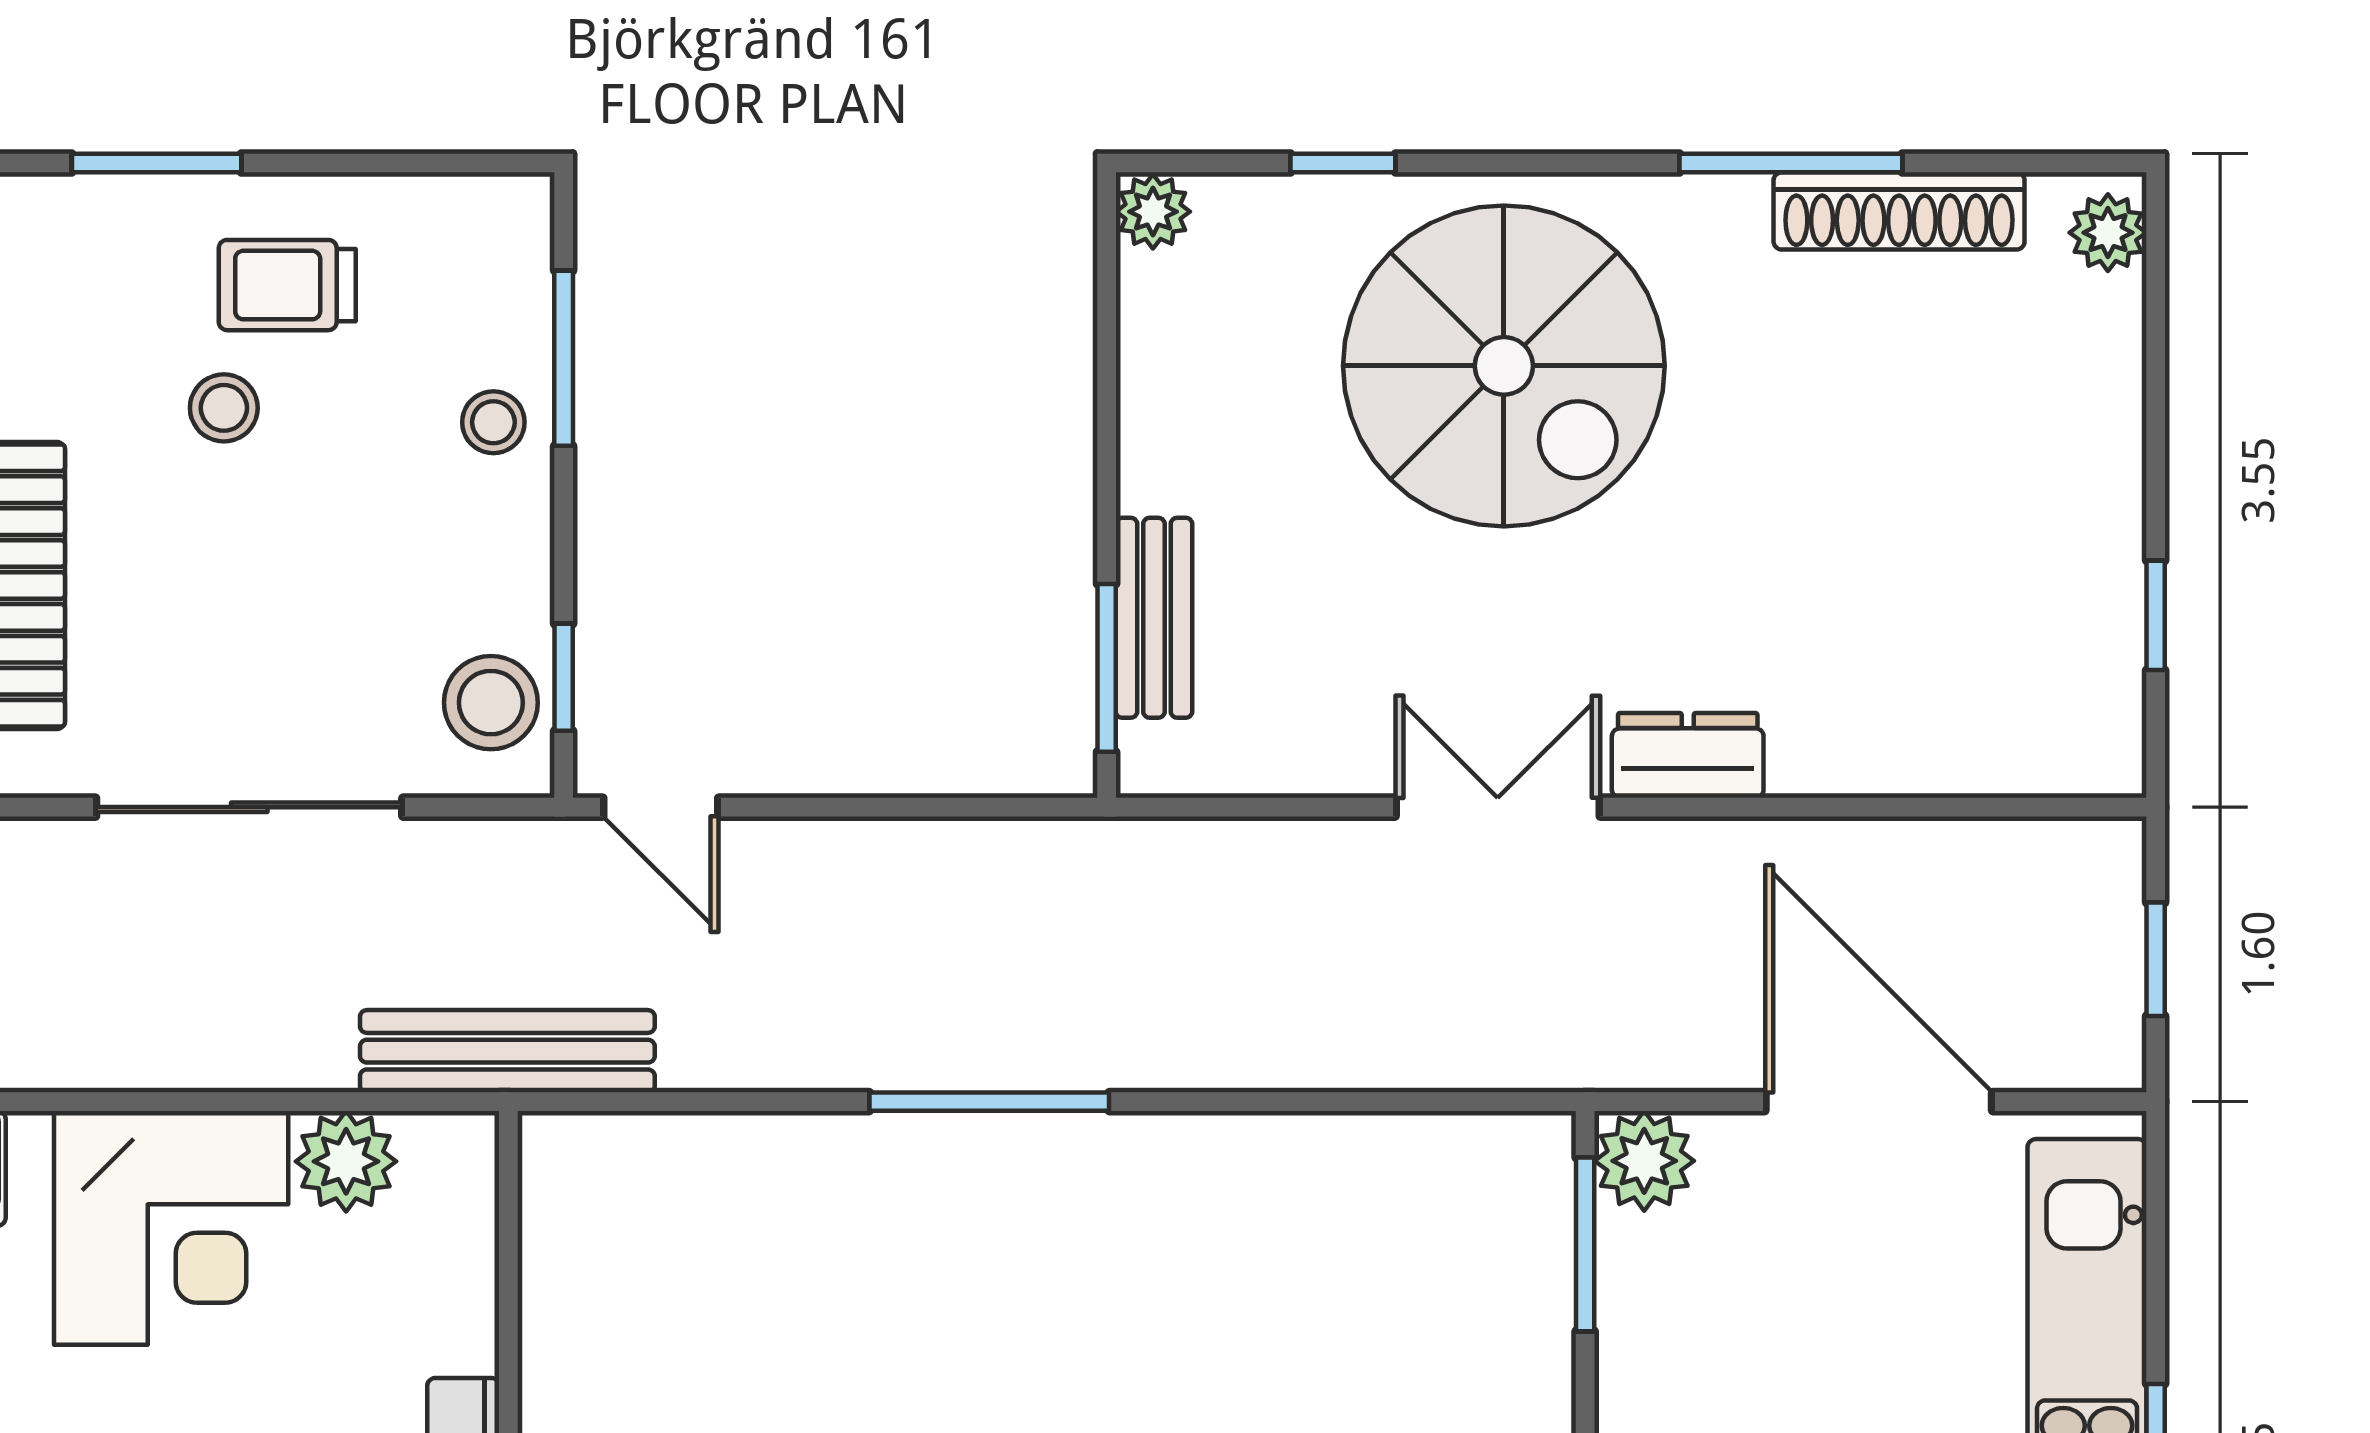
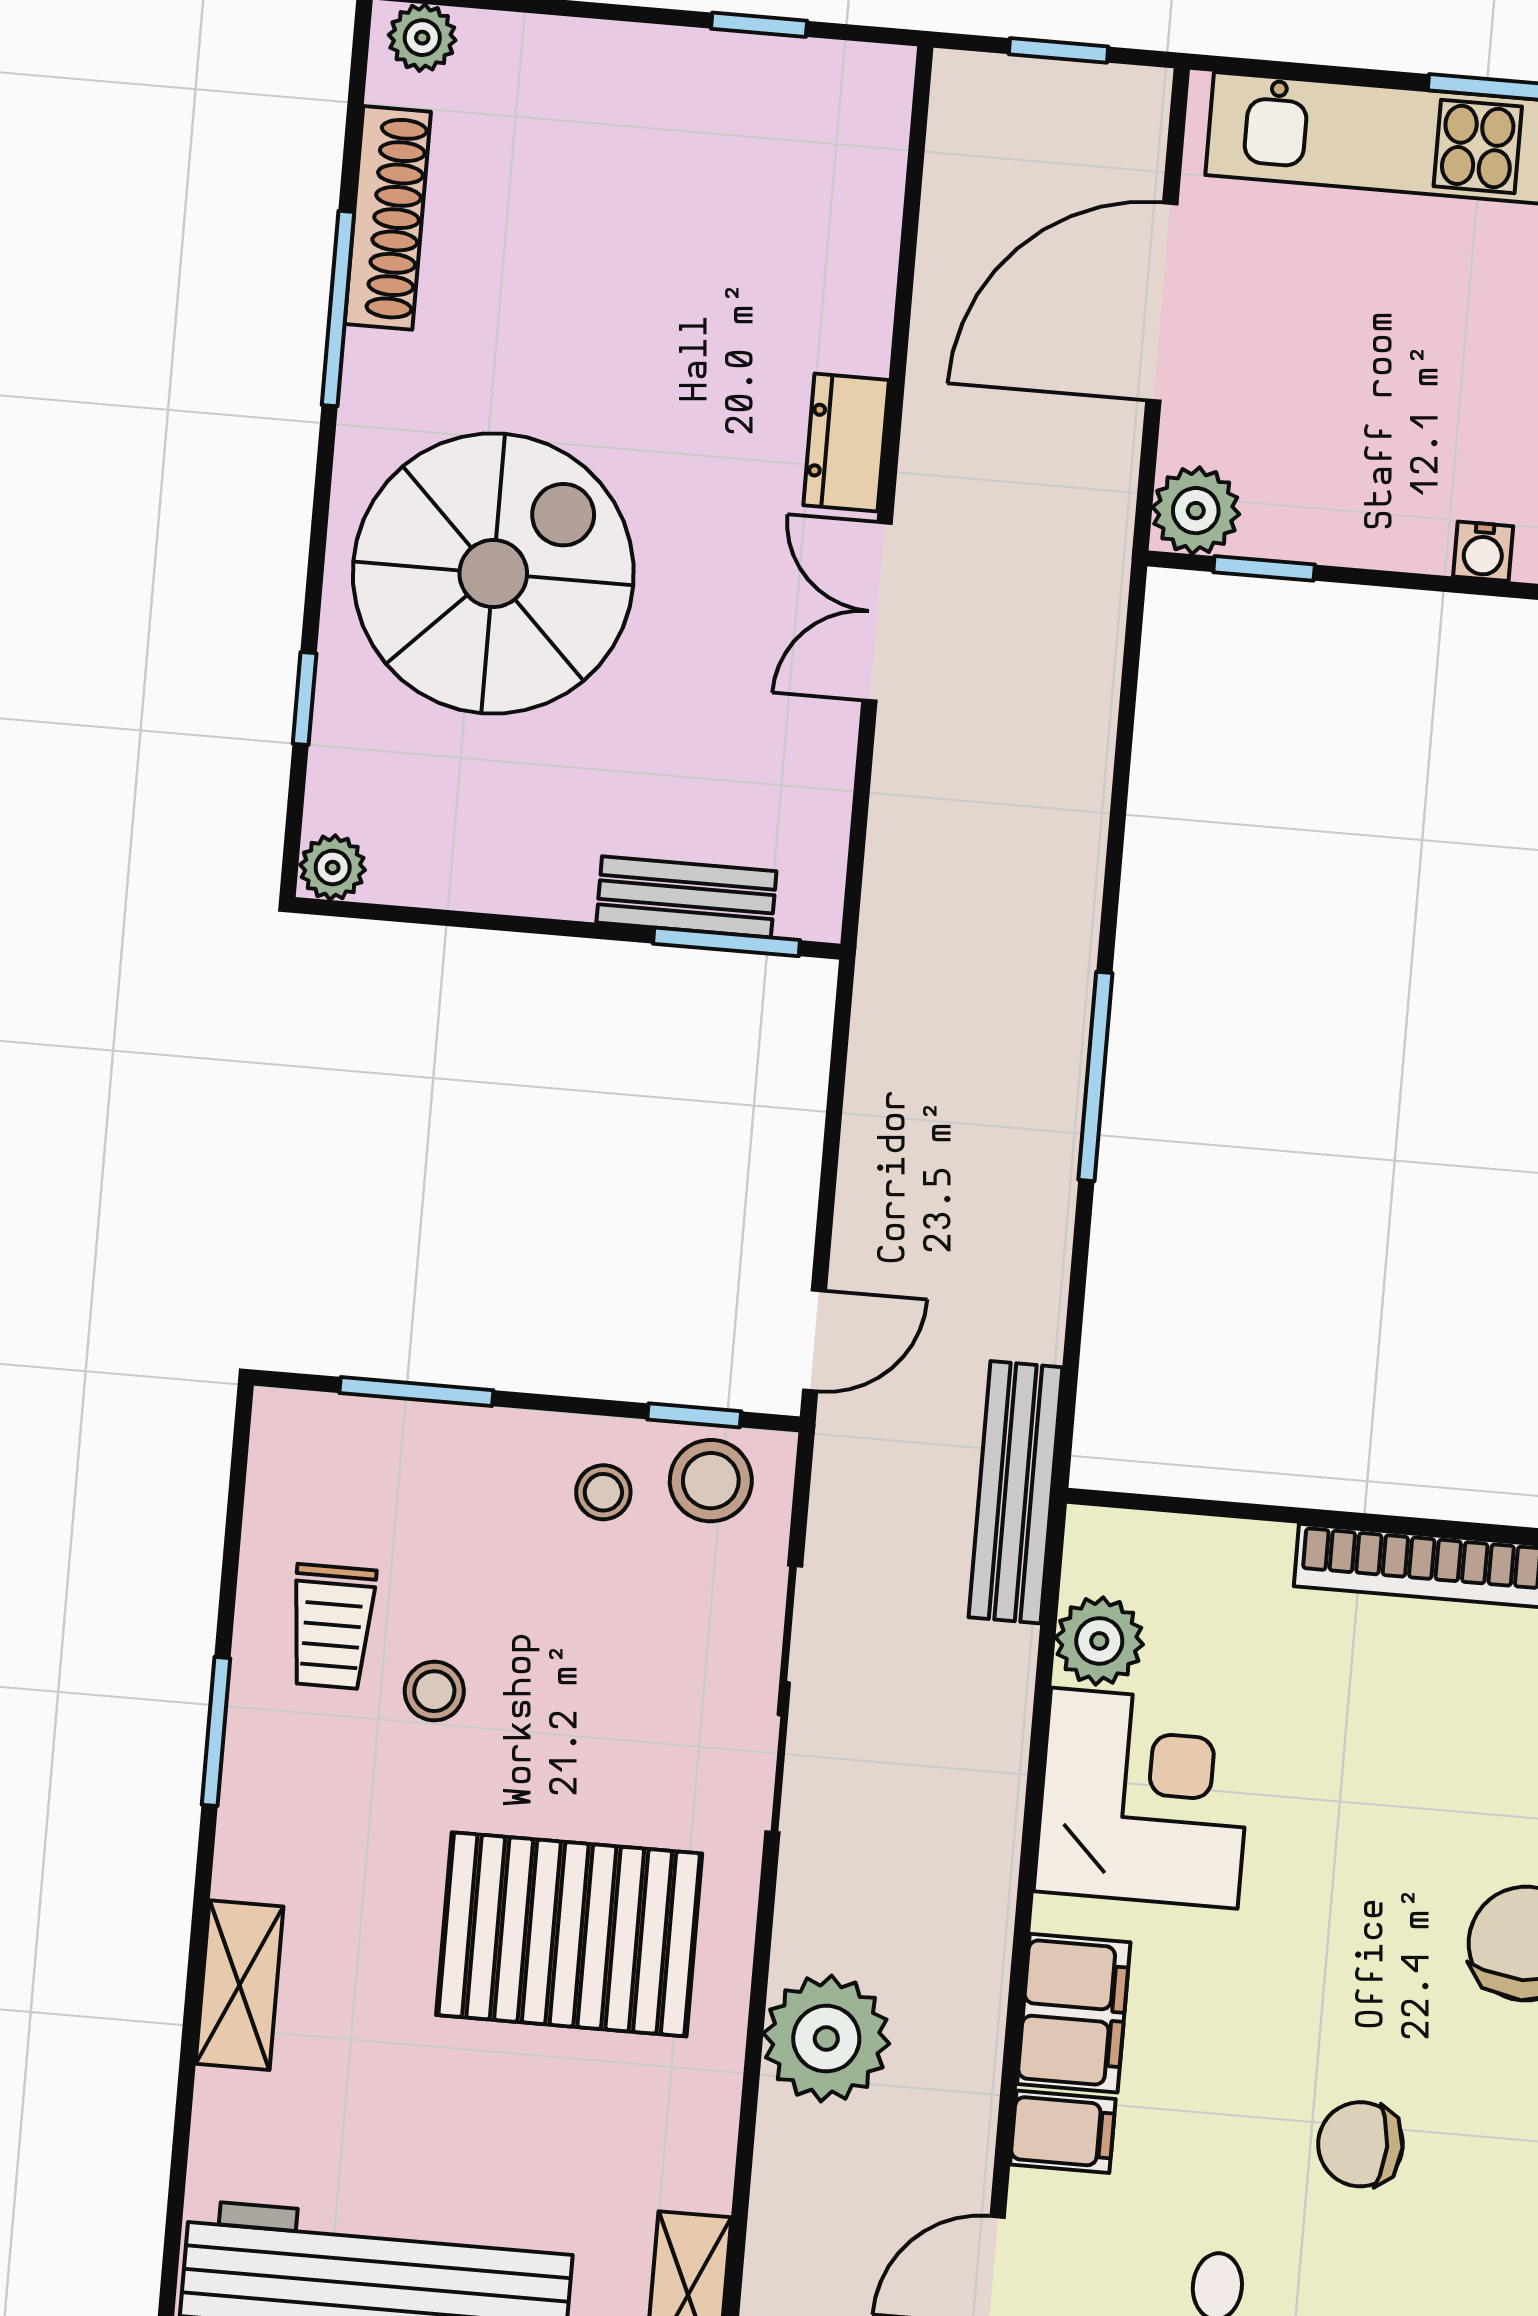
stool: (493, 422) -> (603, 1492), moved
window: (1585, 1244) -> (1264, 568), width x0.67

